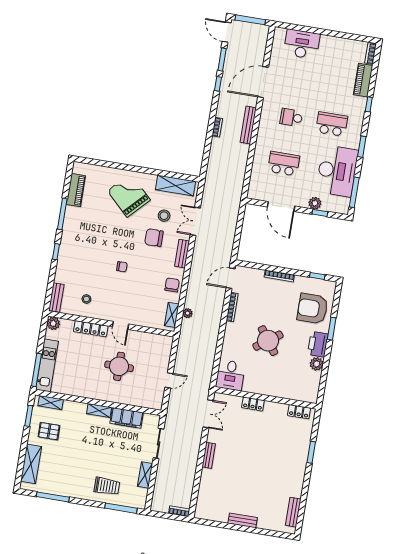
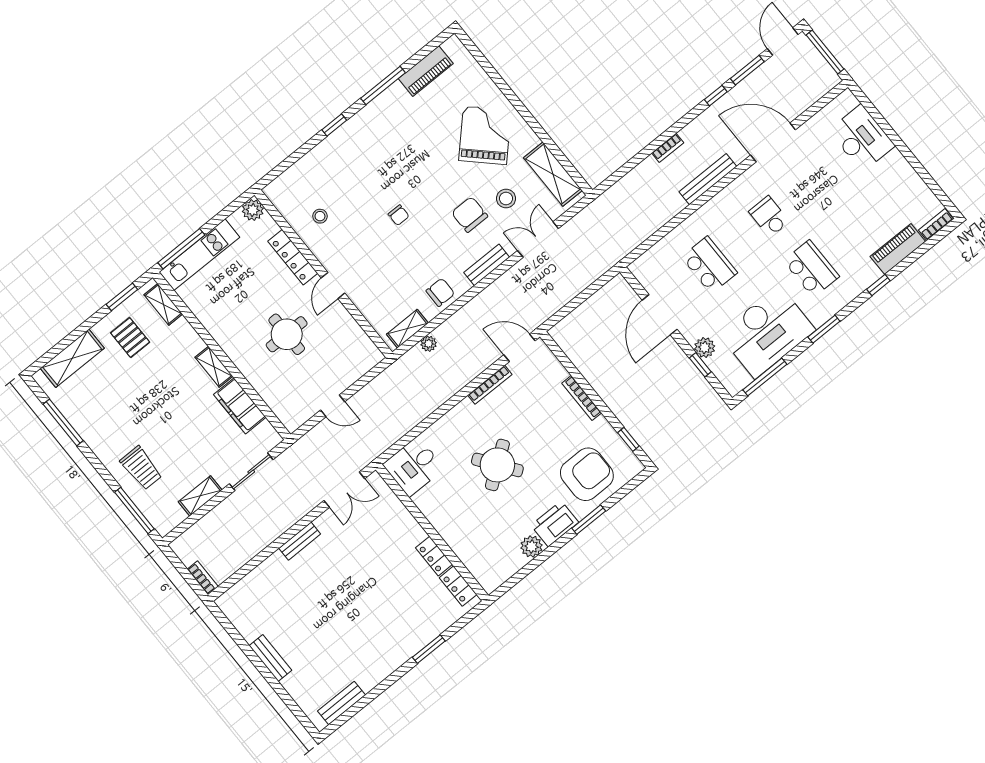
bench: (56, 298) -> (285, 182), removed
armchair: (312, 309) -> (587, 474), turned 90
locker: (253, 404) -> (434, 556), moved

